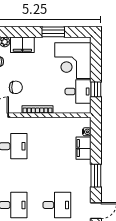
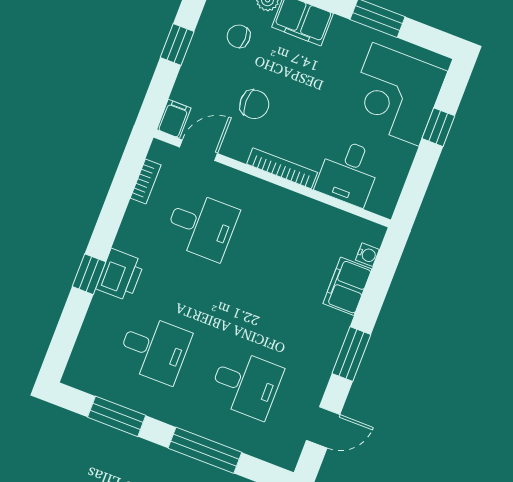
window: (96, 89) -> (438, 127), moved
desk: (78, 91) -> (349, 172), moved, turned 90

